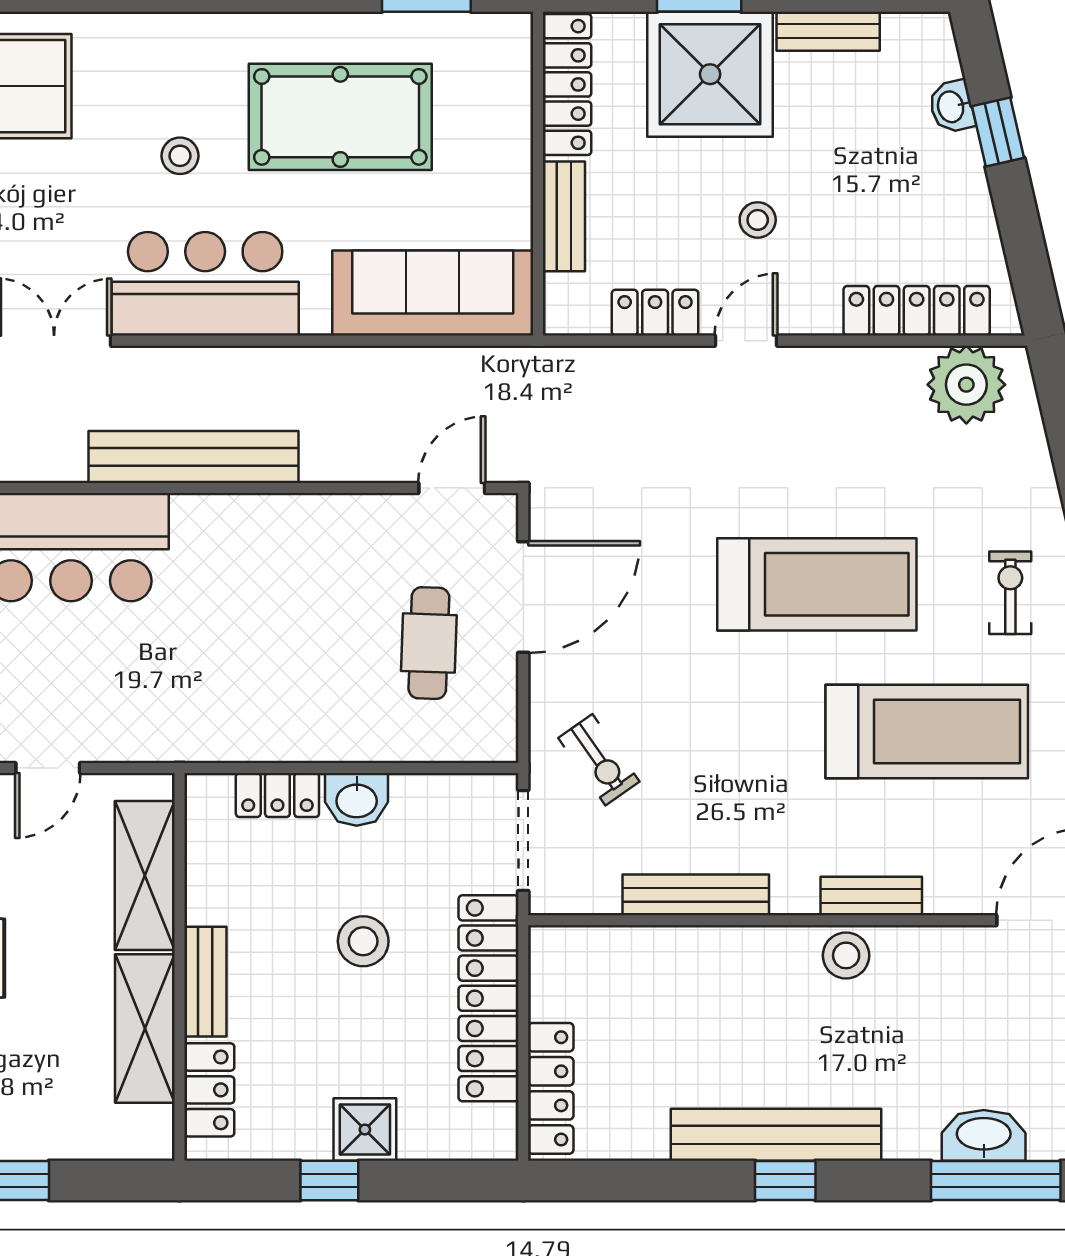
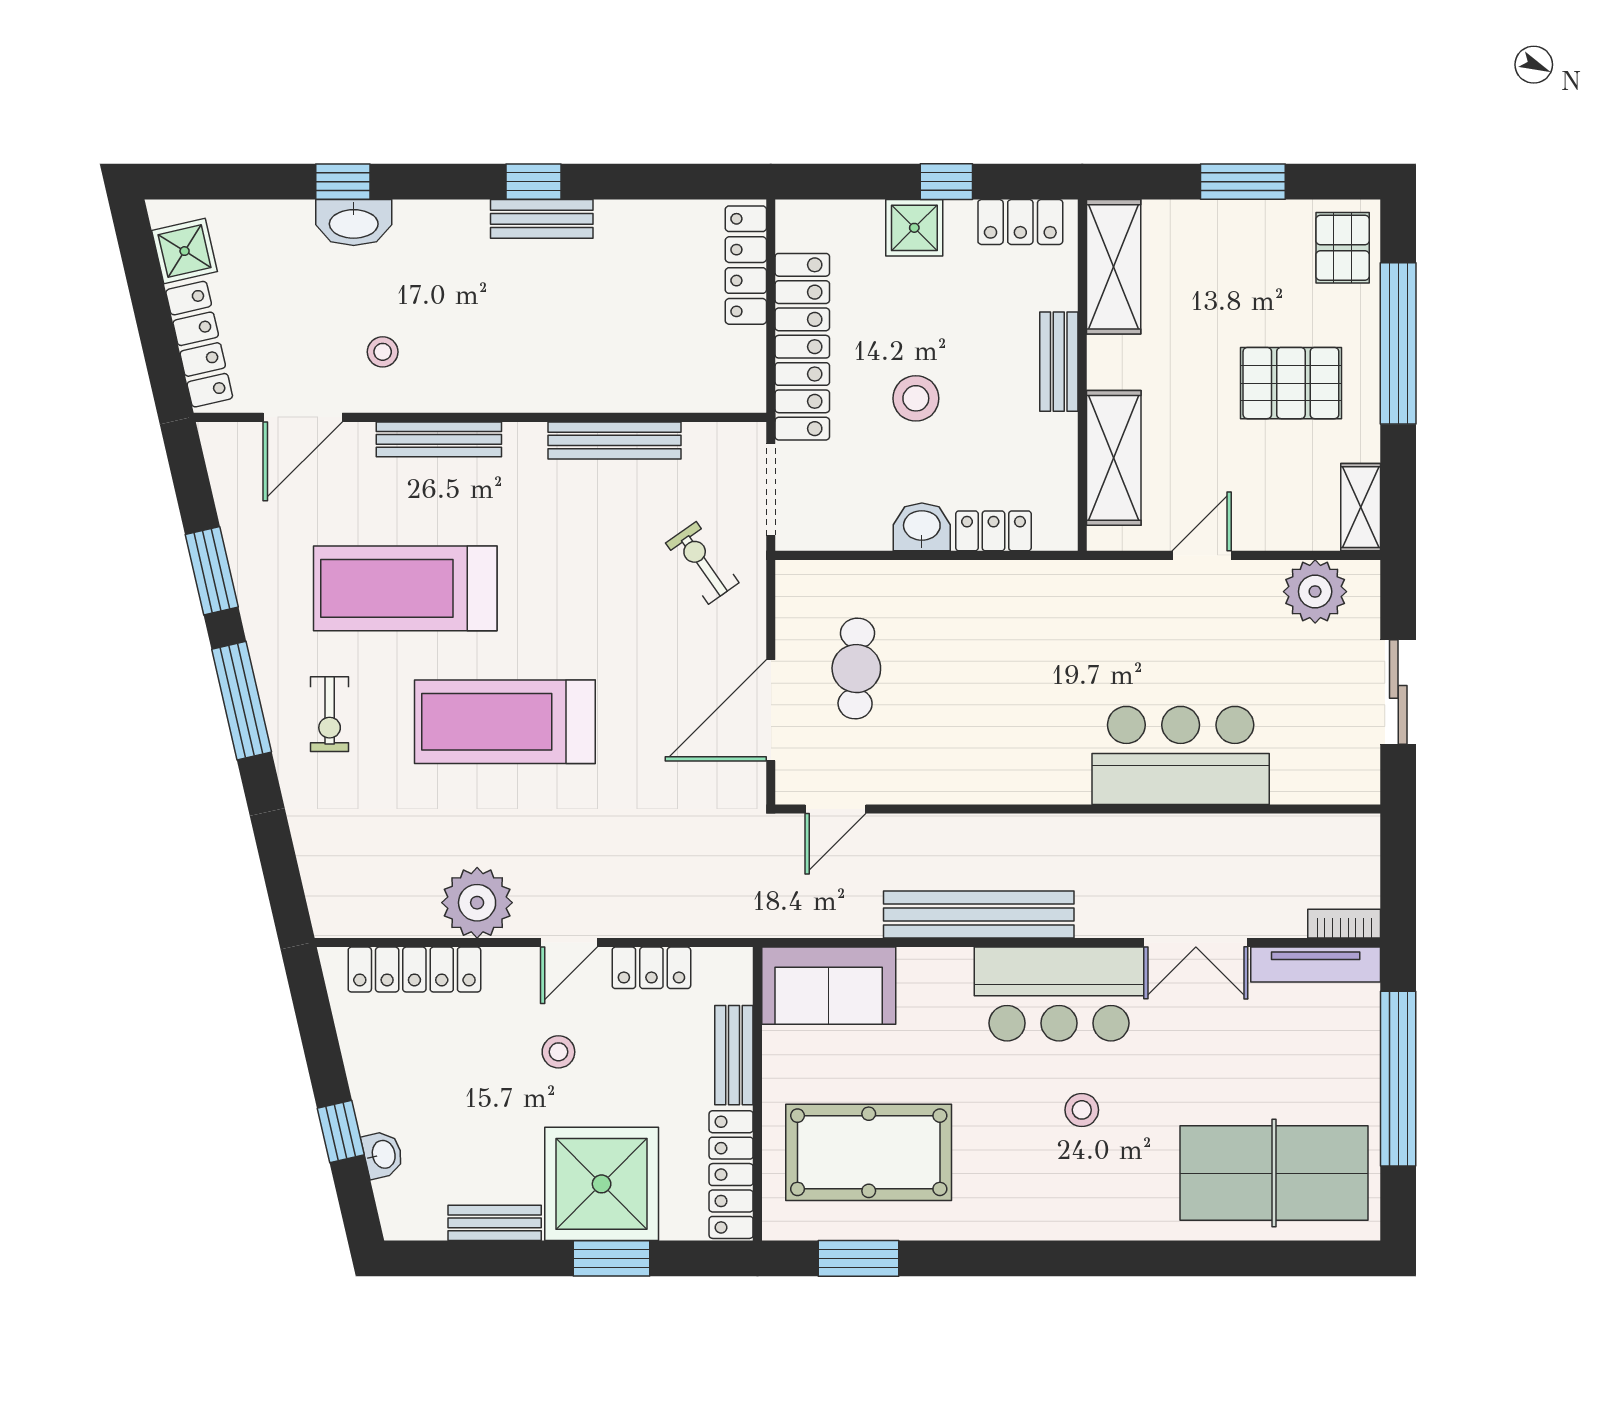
pool table: (340, 117) -> (869, 1152), moved
sofa: (433, 293) -> (829, 986), width x0.73
plant: (966, 385) -> (477, 903), moved
bench: (194, 457) -> (979, 914), moved
bench: (871, 896) -> (439, 439), width x1.36
stool: (846, 955) -> (383, 352), moved, width x0.73, depth x0.73
shelving: (145, 1028) -> (1114, 267), moved
locker: (209, 1090) -> (1020, 222), moved, turned -90
bench: (776, 1135) -> (542, 219), width x0.54, depth x0.82
window: (996, 1181) -> (343, 182), width x0.46

